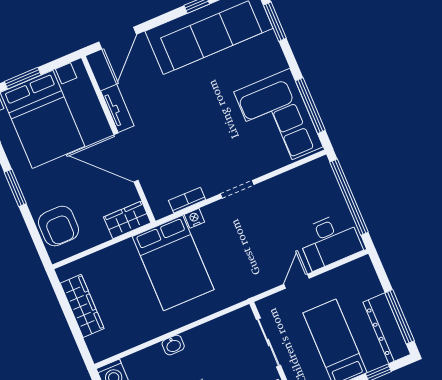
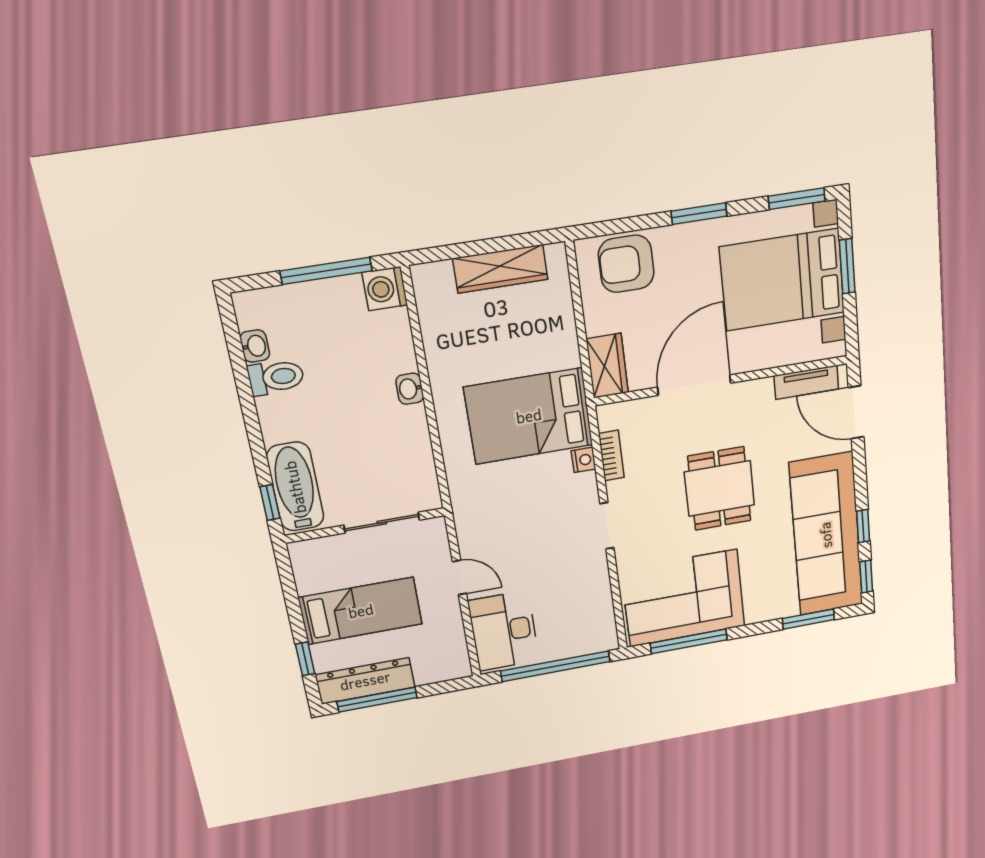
tv unit: (117, 108) -> (806, 382), moved
dining table: (193, 118) -> (719, 489), added

